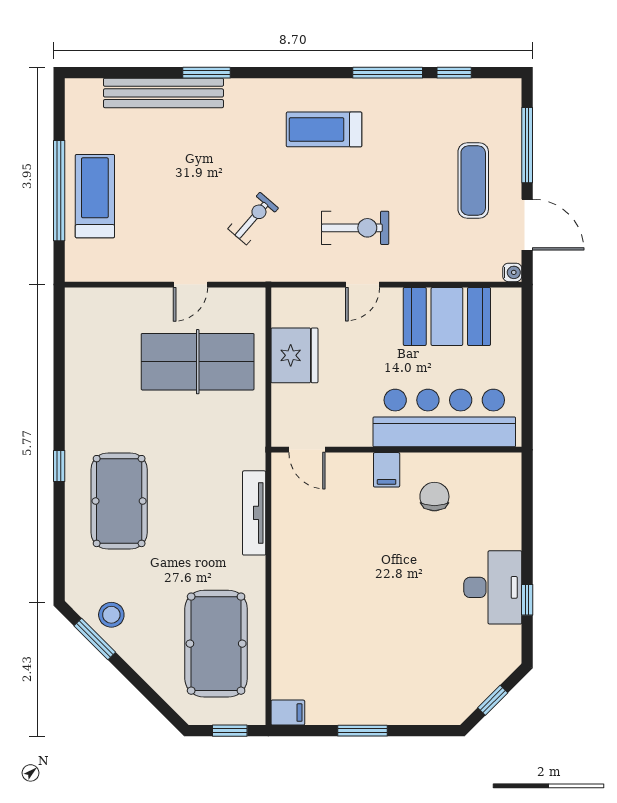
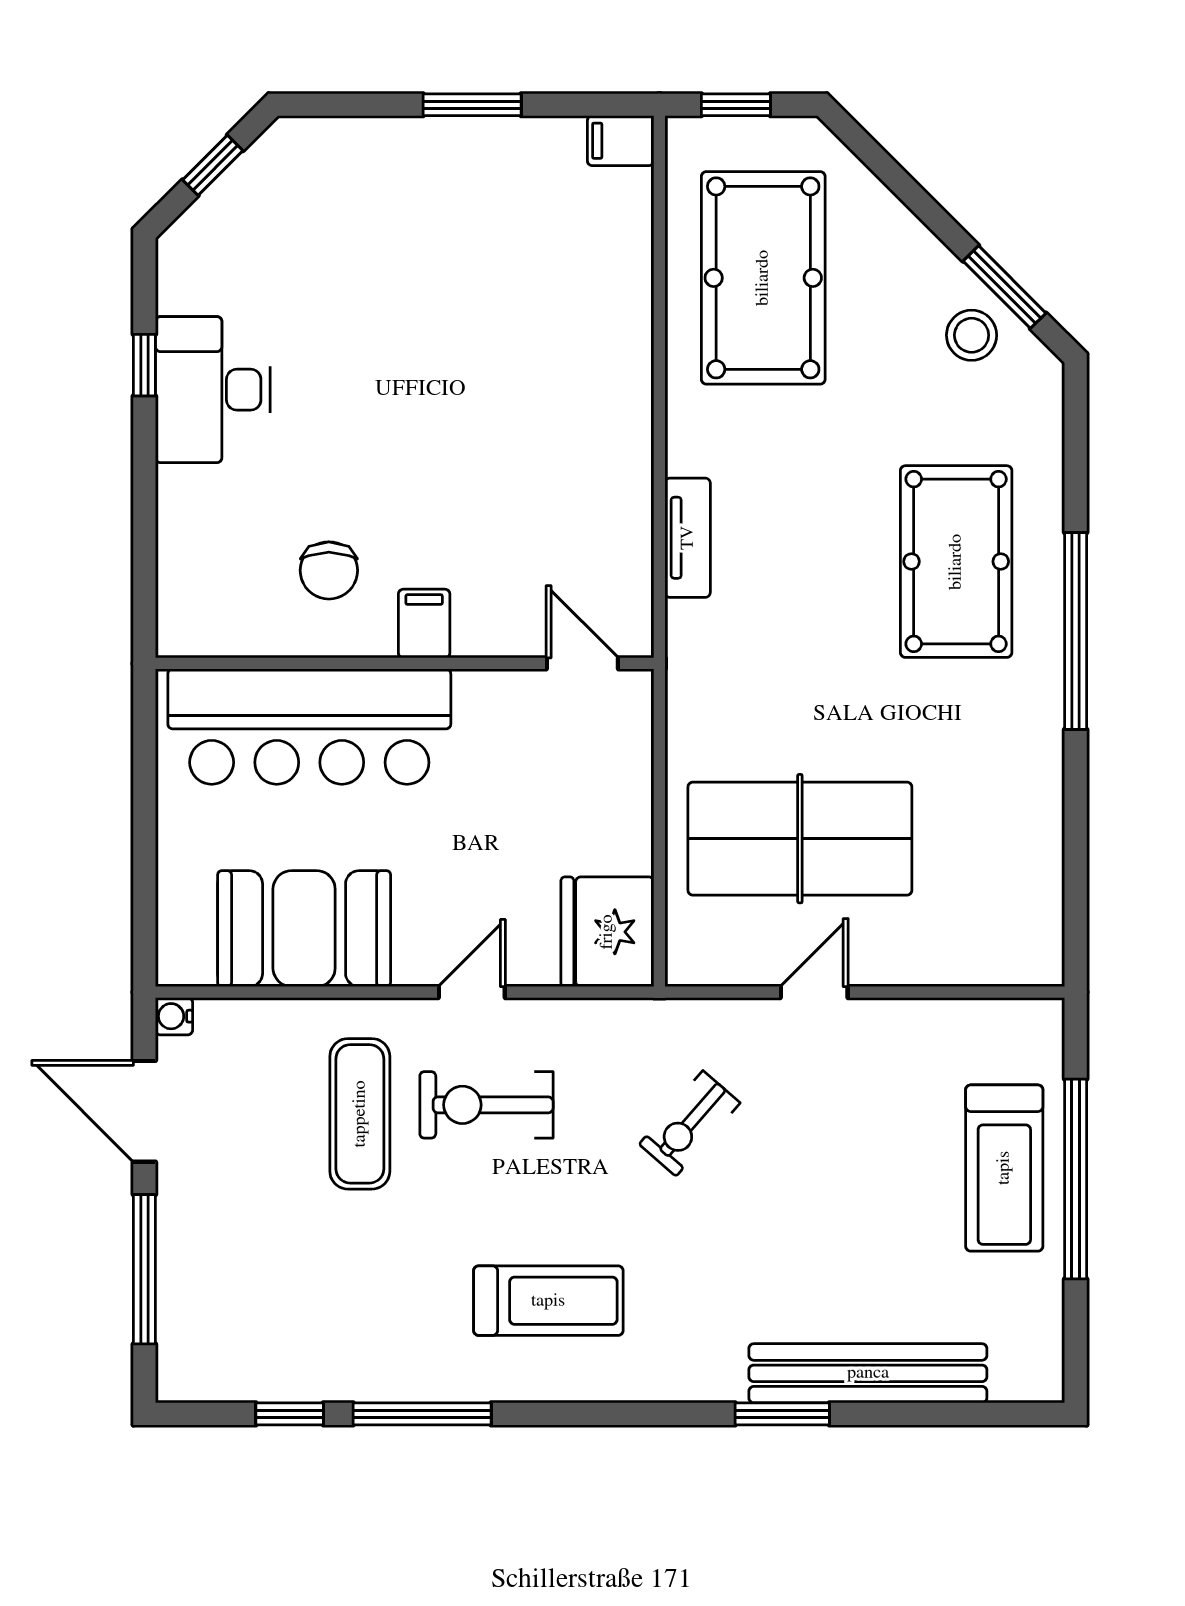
exercise mat: (473, 180) -> (360, 1114), moved
fridge: (294, 355) -> (607, 932), moved
window: (59, 466) -> (1076, 631), width x3.17
tv unit: (254, 513) -> (688, 538), width x0.71

